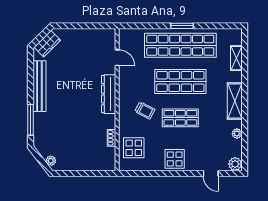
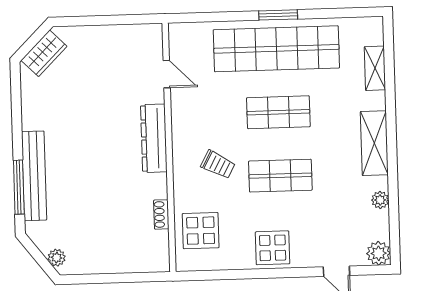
shop shelf: (180, 82) -> (278, 112), width x0.70, depth x0.74
bench: (39, 86) -> (34, 176), moved

